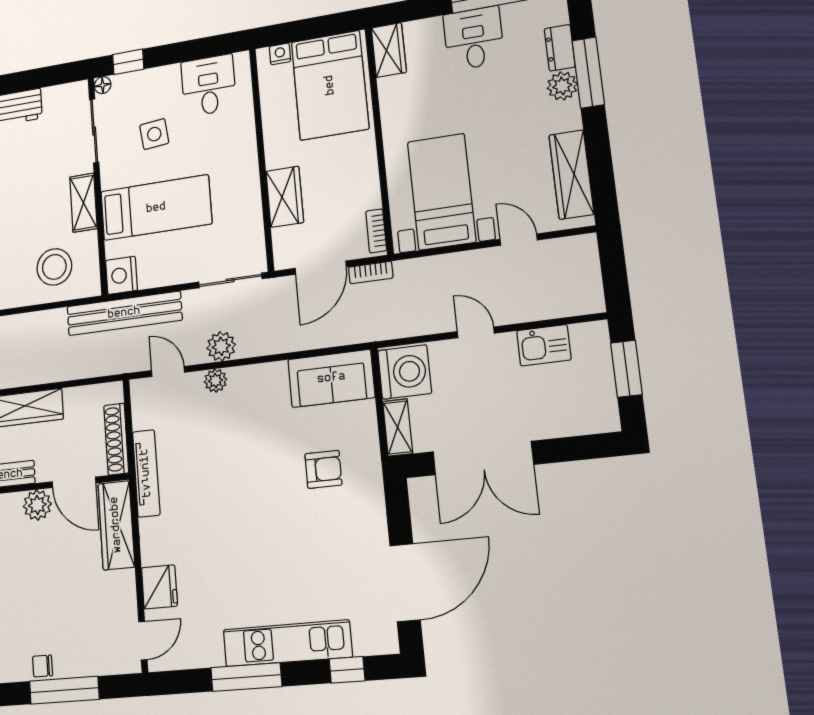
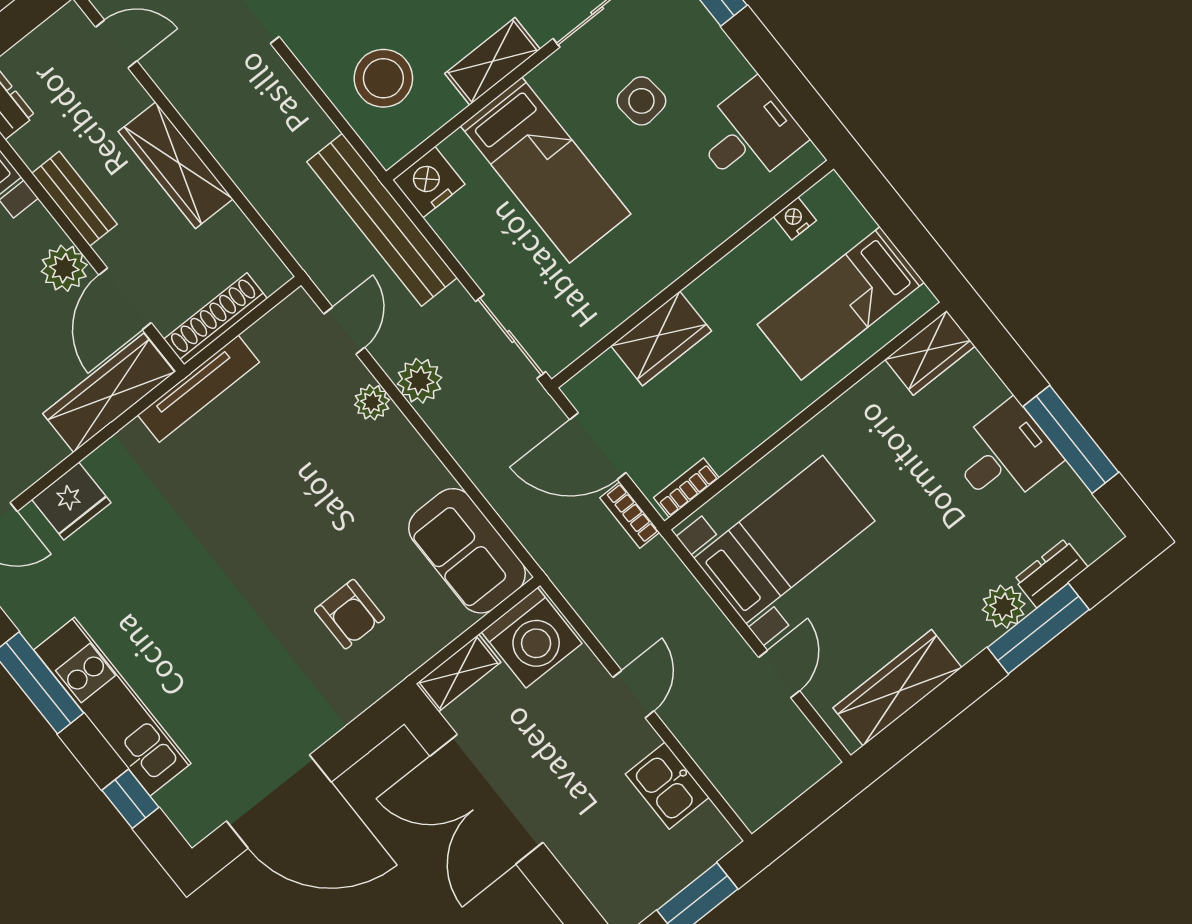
nightstand: (280, 54) -> (795, 218), moved, turned -90
bed: (330, 85) -> (841, 303), width x0.67

